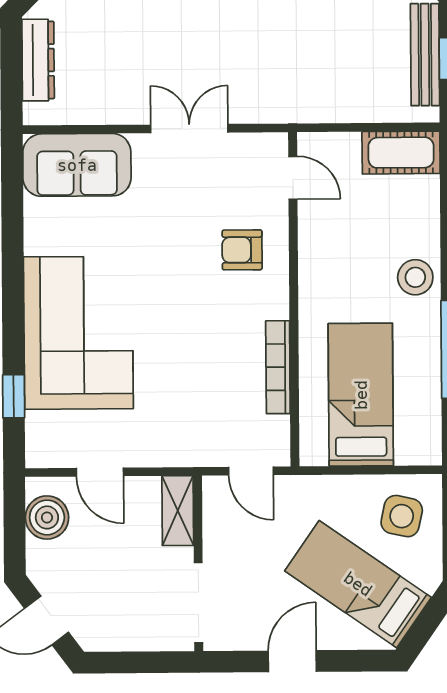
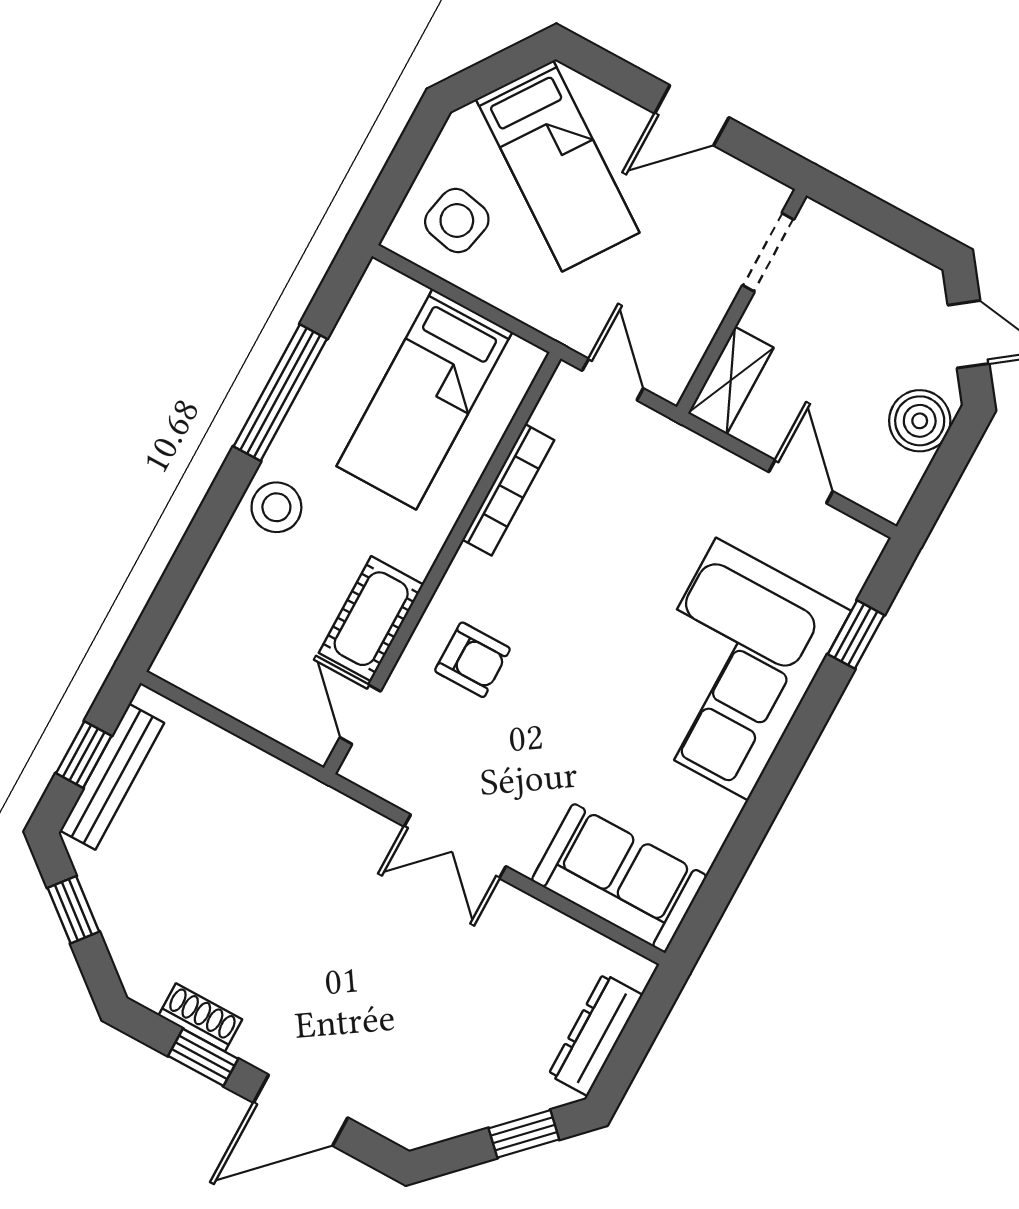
cot: (401, 153) -> (371, 619), moved, turned 90
boiler: (47, 517) -> (920, 421), moved
doorway: (198, 603) -> (768, 252), width x0.73

